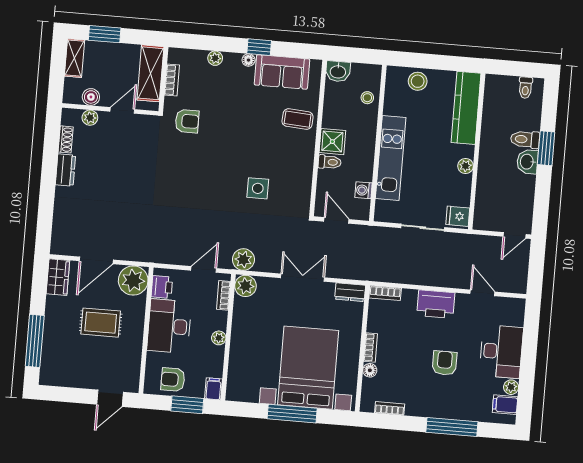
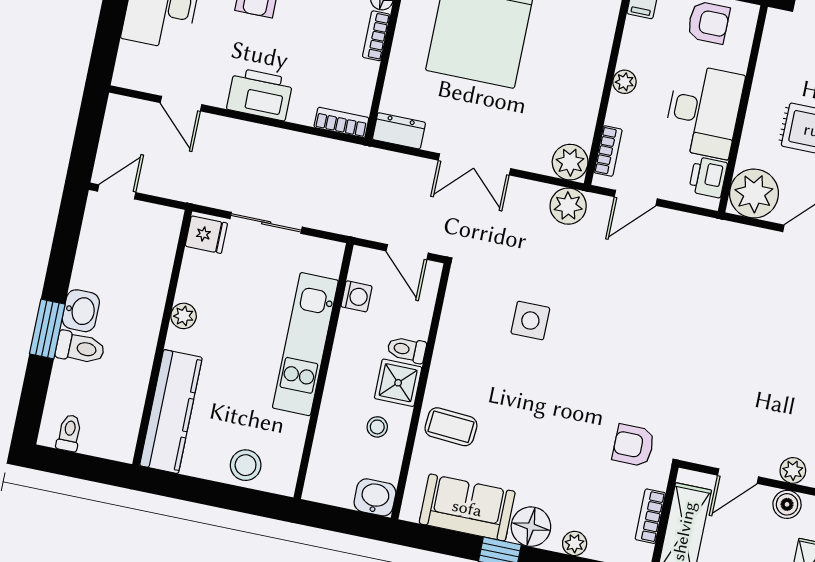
floor lamp: (249, 60) -> (531, 527), width x1.89, depth x1.89
stool: (367, 98) -> (377, 427), moved

